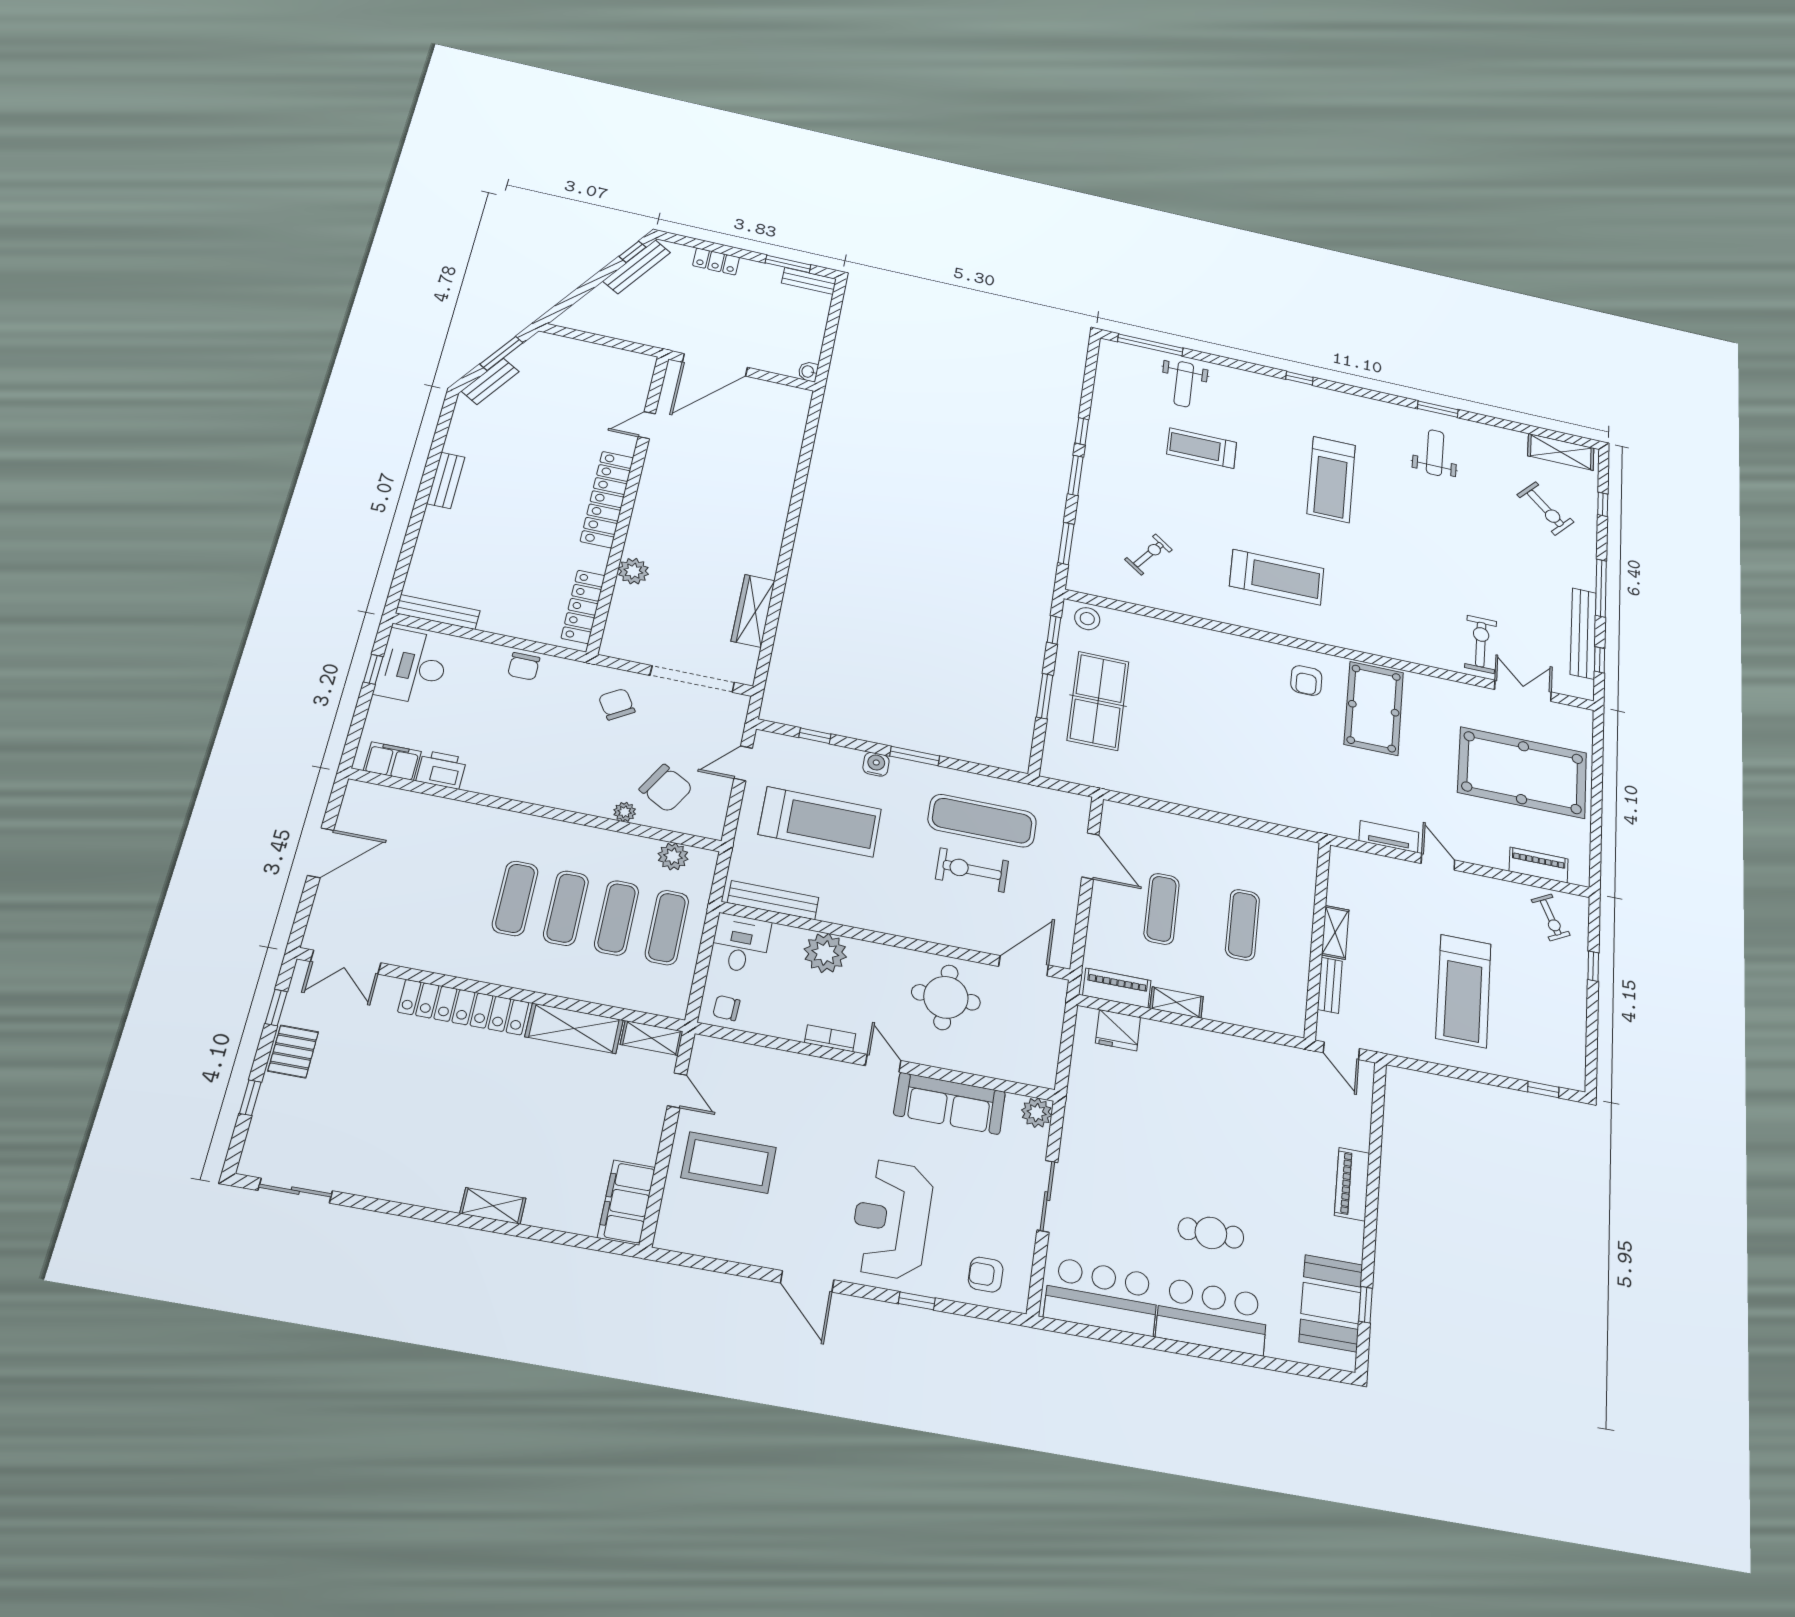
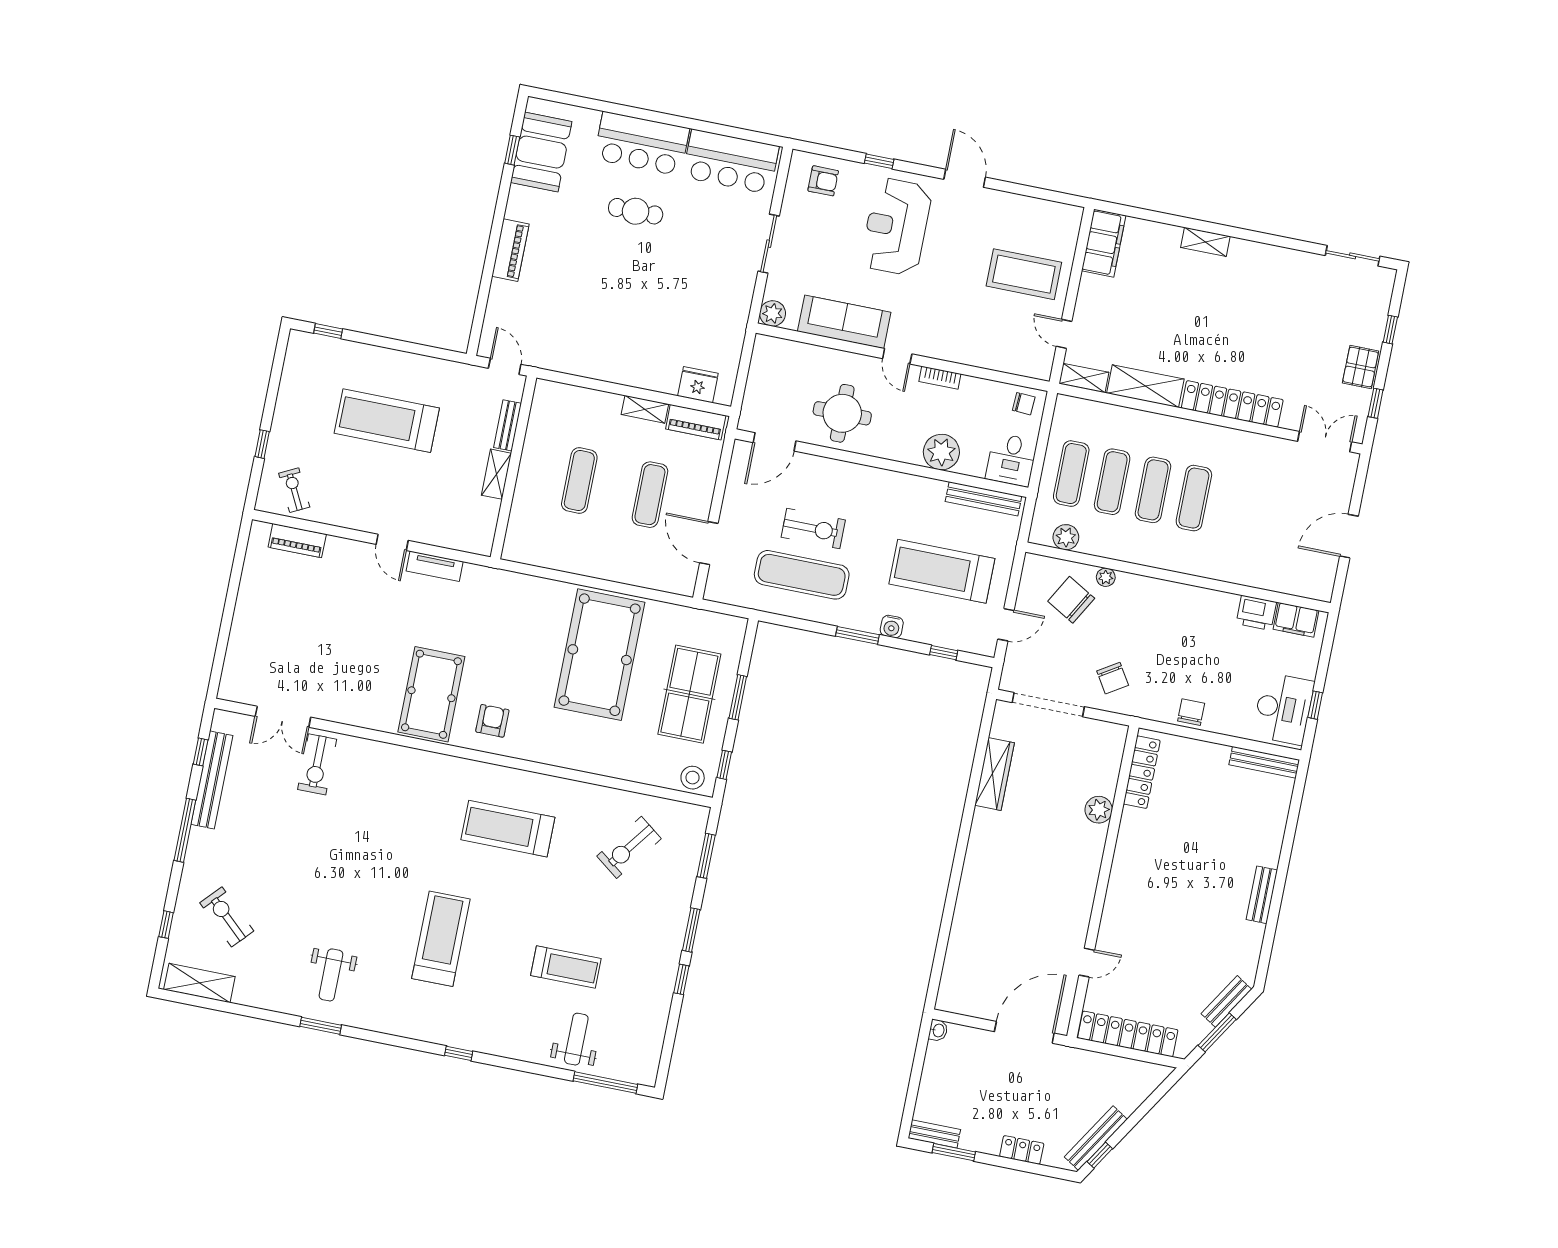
locker: (607, 499) -> (1128, 1034), moved, turned -90
exercise bike: (1148, 555) -> (629, 847), width x1.38, depth x1.39
pool table: (1522, 773) -> (600, 655), moved, turned 90
treadmill: (1463, 991) -> (387, 421), turned -90
reception desk: (891, 1219) -> (896, 227), turned 180

